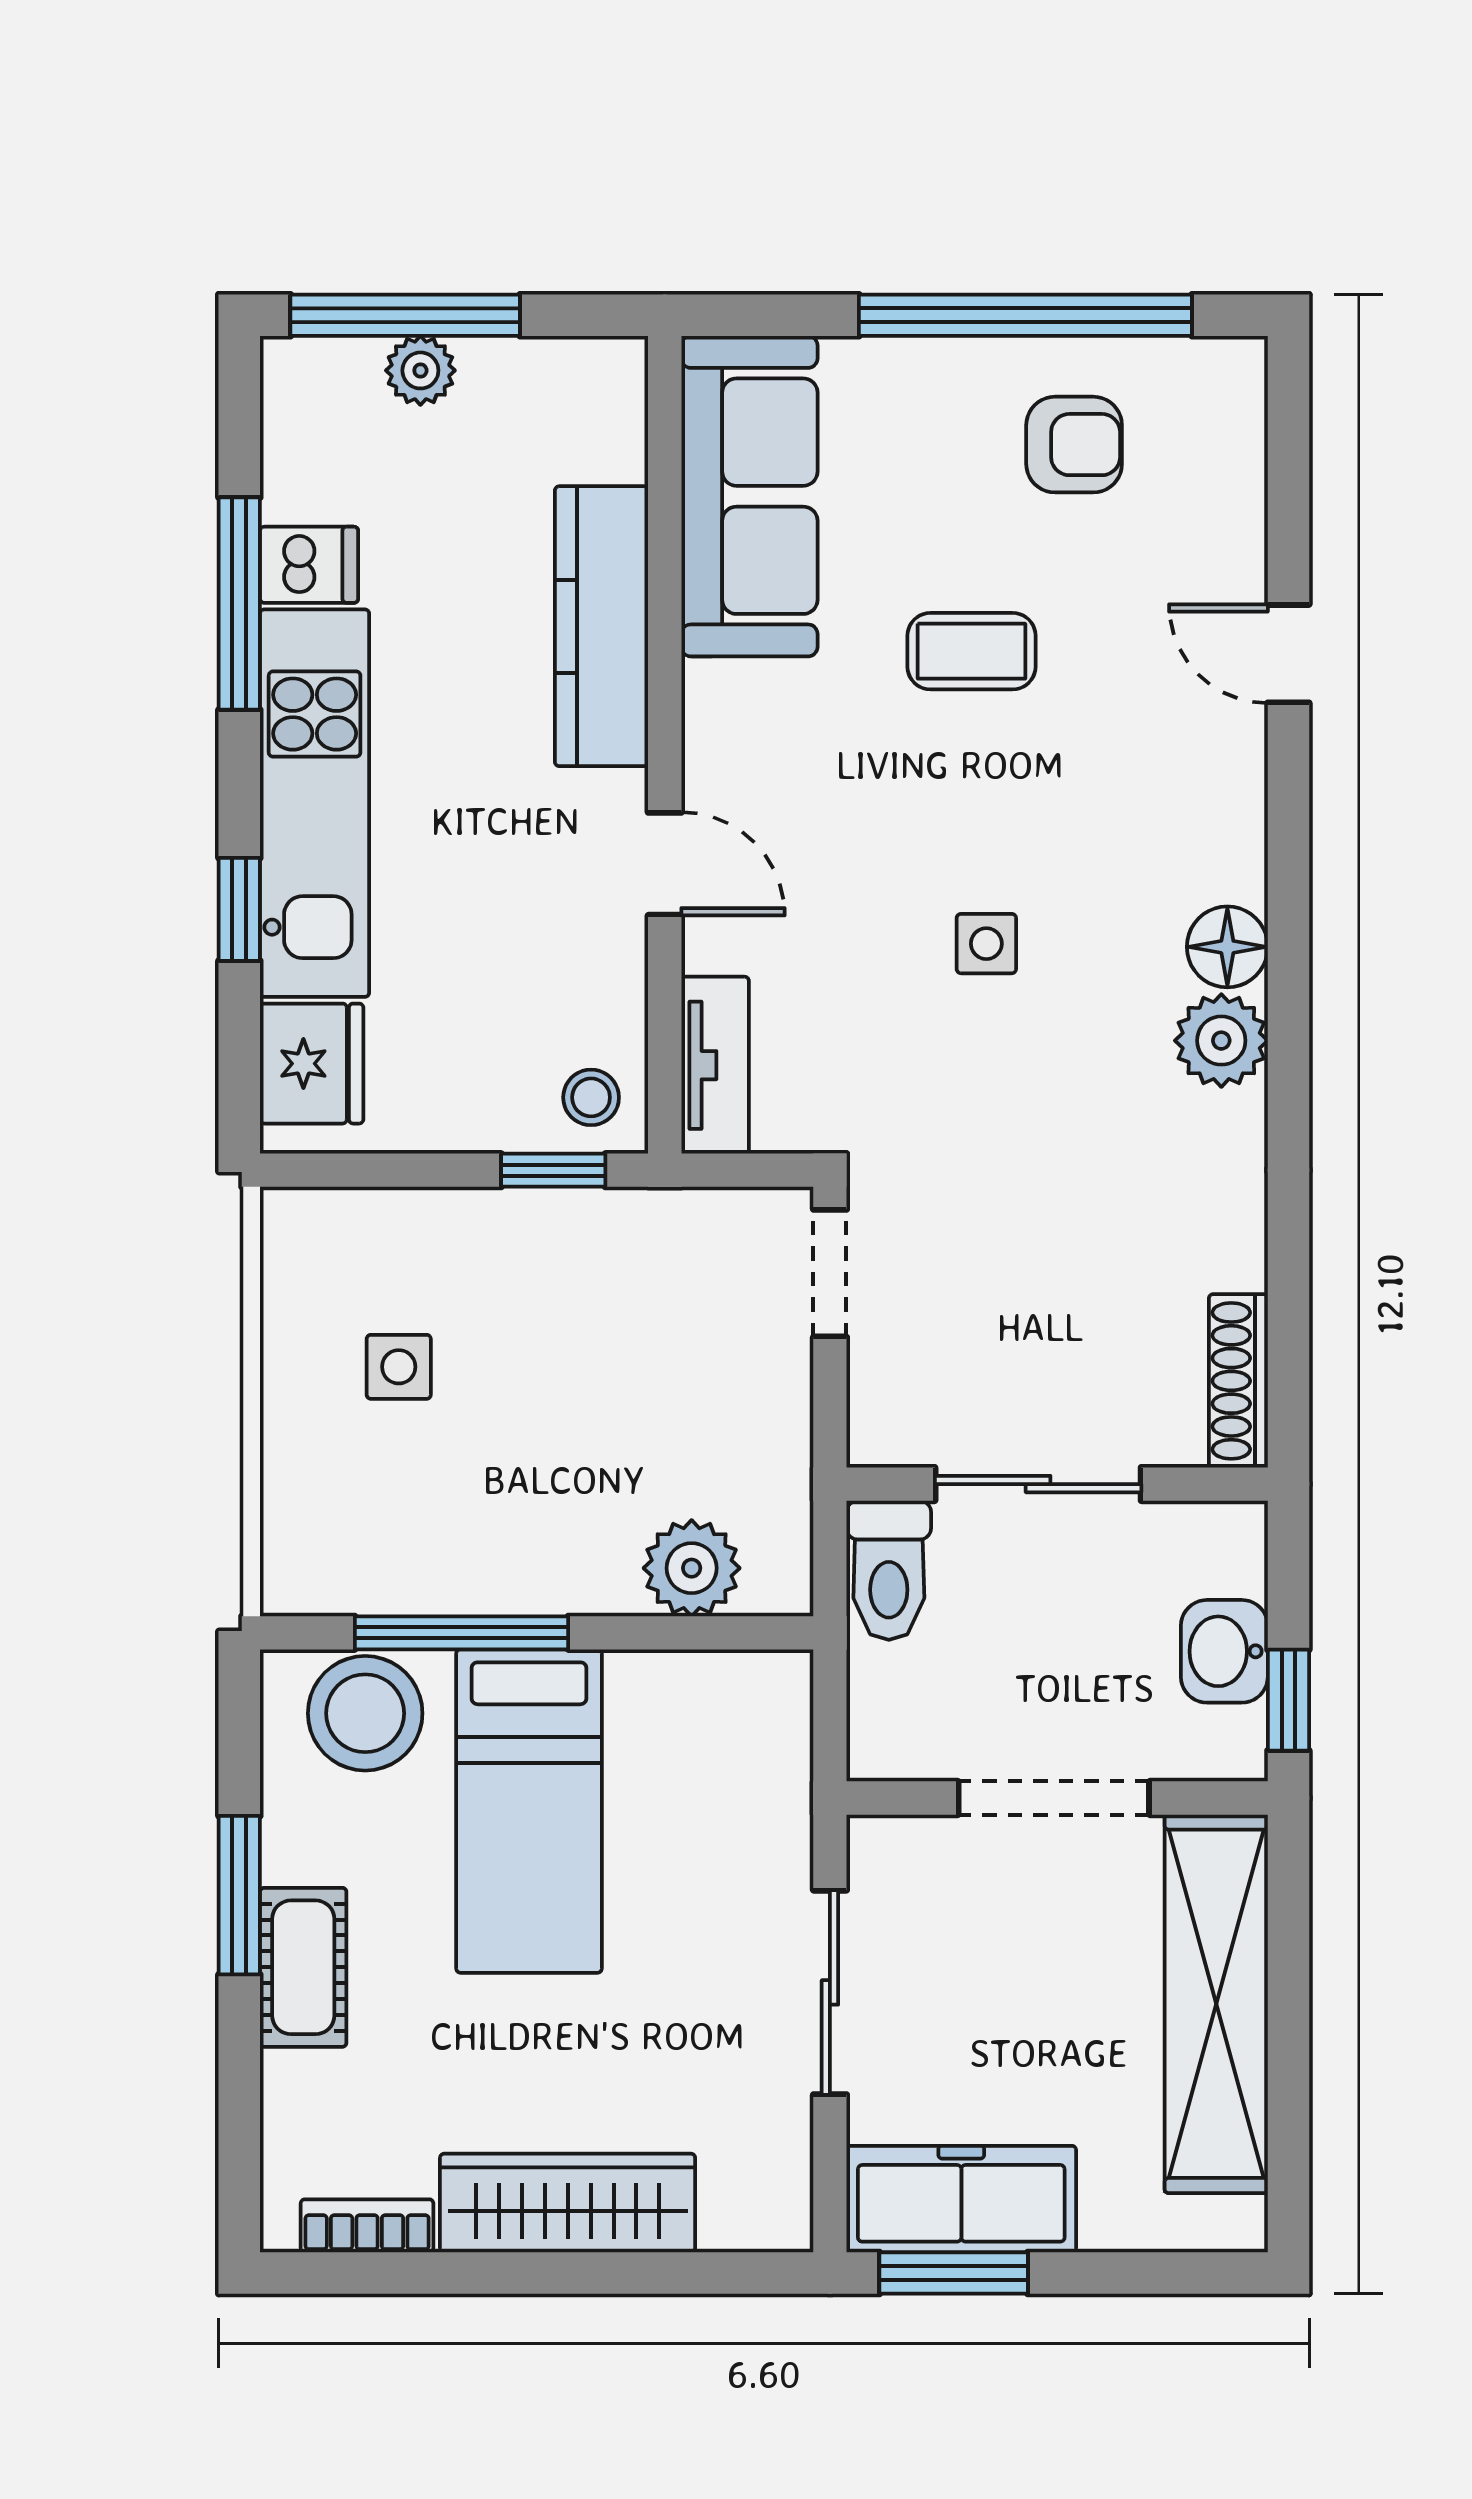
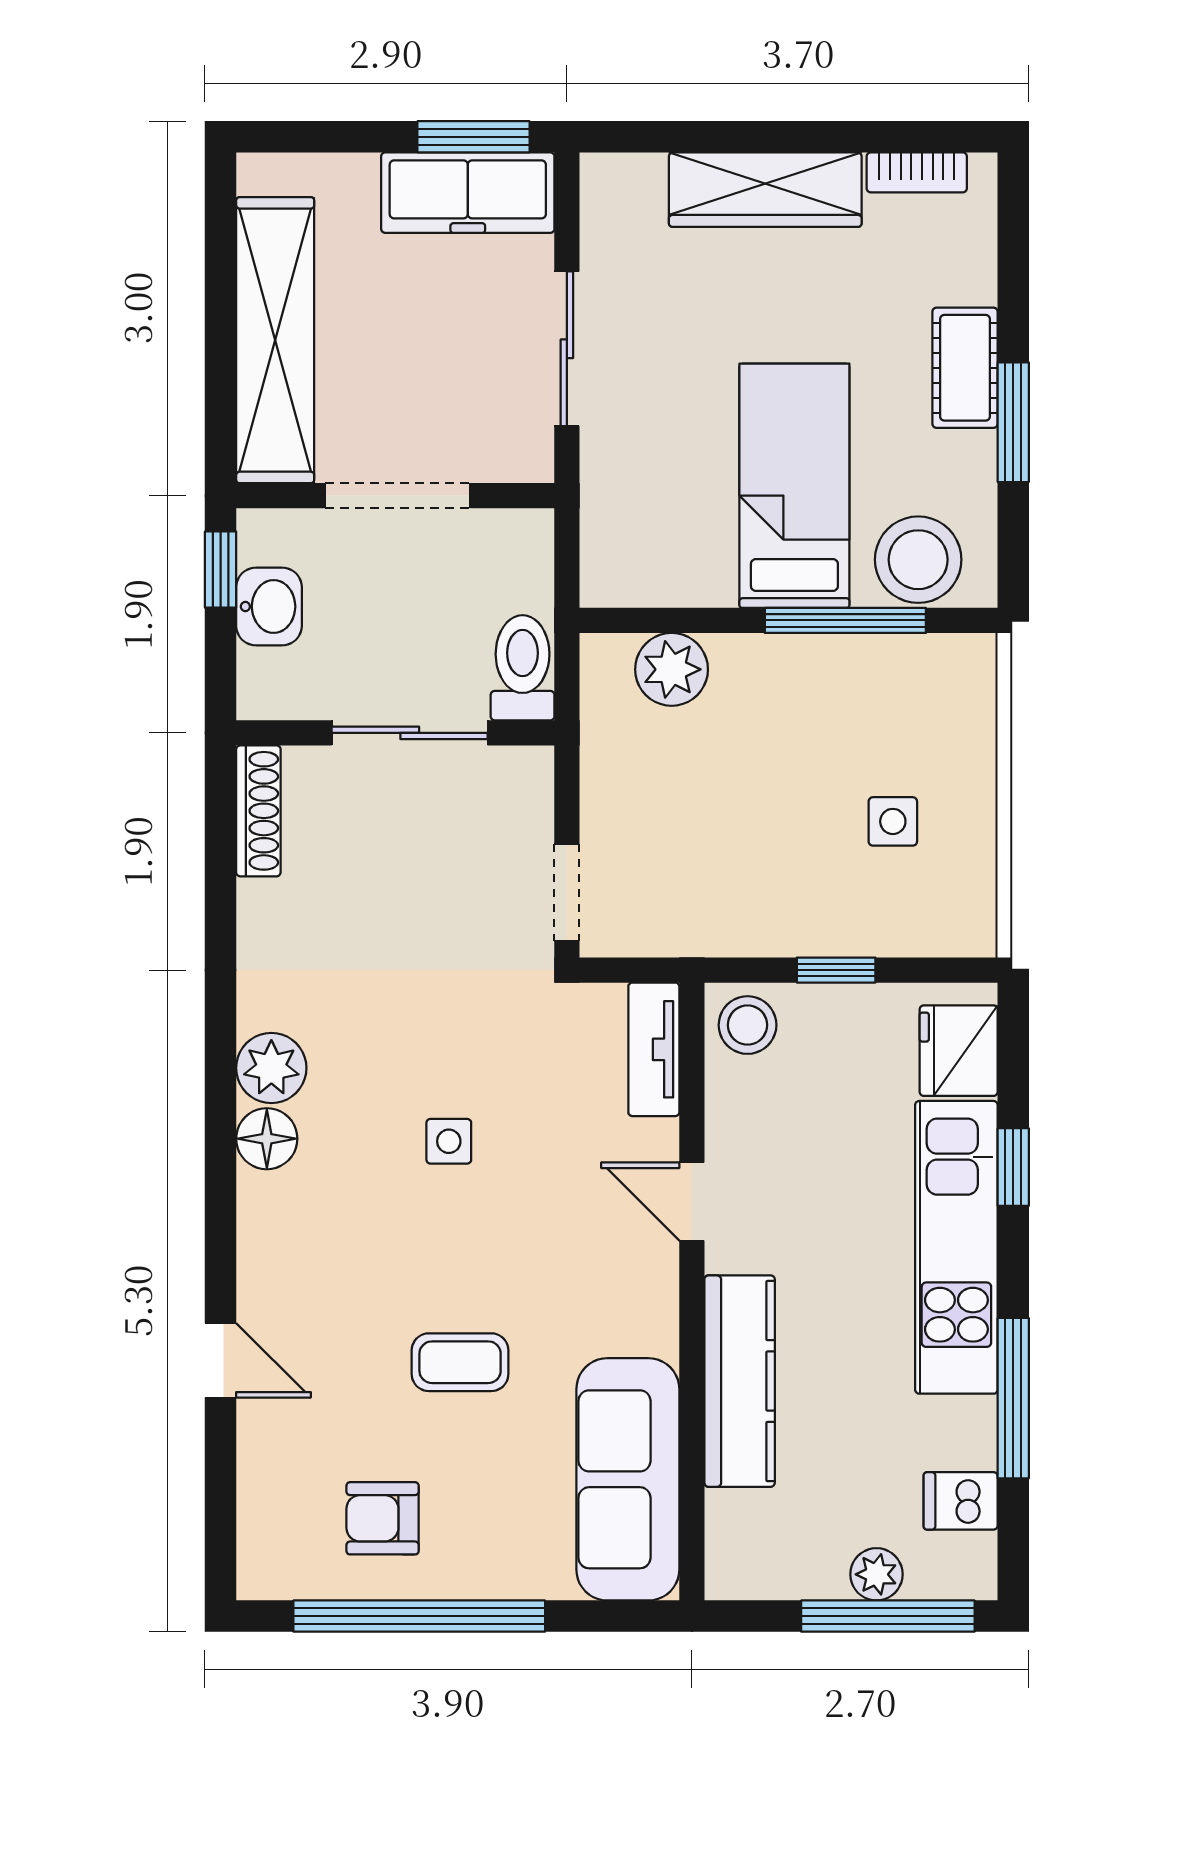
dishwasher: (309, 565) -> (961, 1501), moved
stool: (591, 1097) -> (748, 1025), width x1.37, depth x1.37
window: (553, 1170) -> (836, 970), moved

